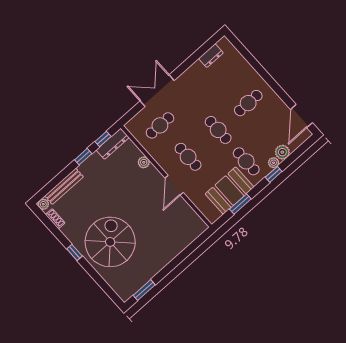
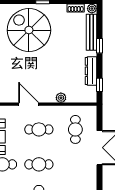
dresser: (113, 144) -> (91, 71), moved
window: (83, 157) -> (100, 46), moved
spiral stairs: (110, 242) -> (29, 30), turned 180

